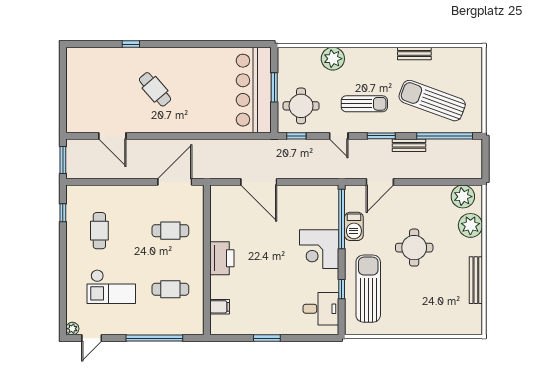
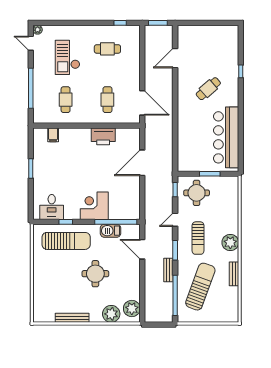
plant: (333, 59) -> (230, 242), moved
bar counter: (254, 90) -> (226, 137), moved, turned -90
printer: (222, 258) -> (103, 136), moved

